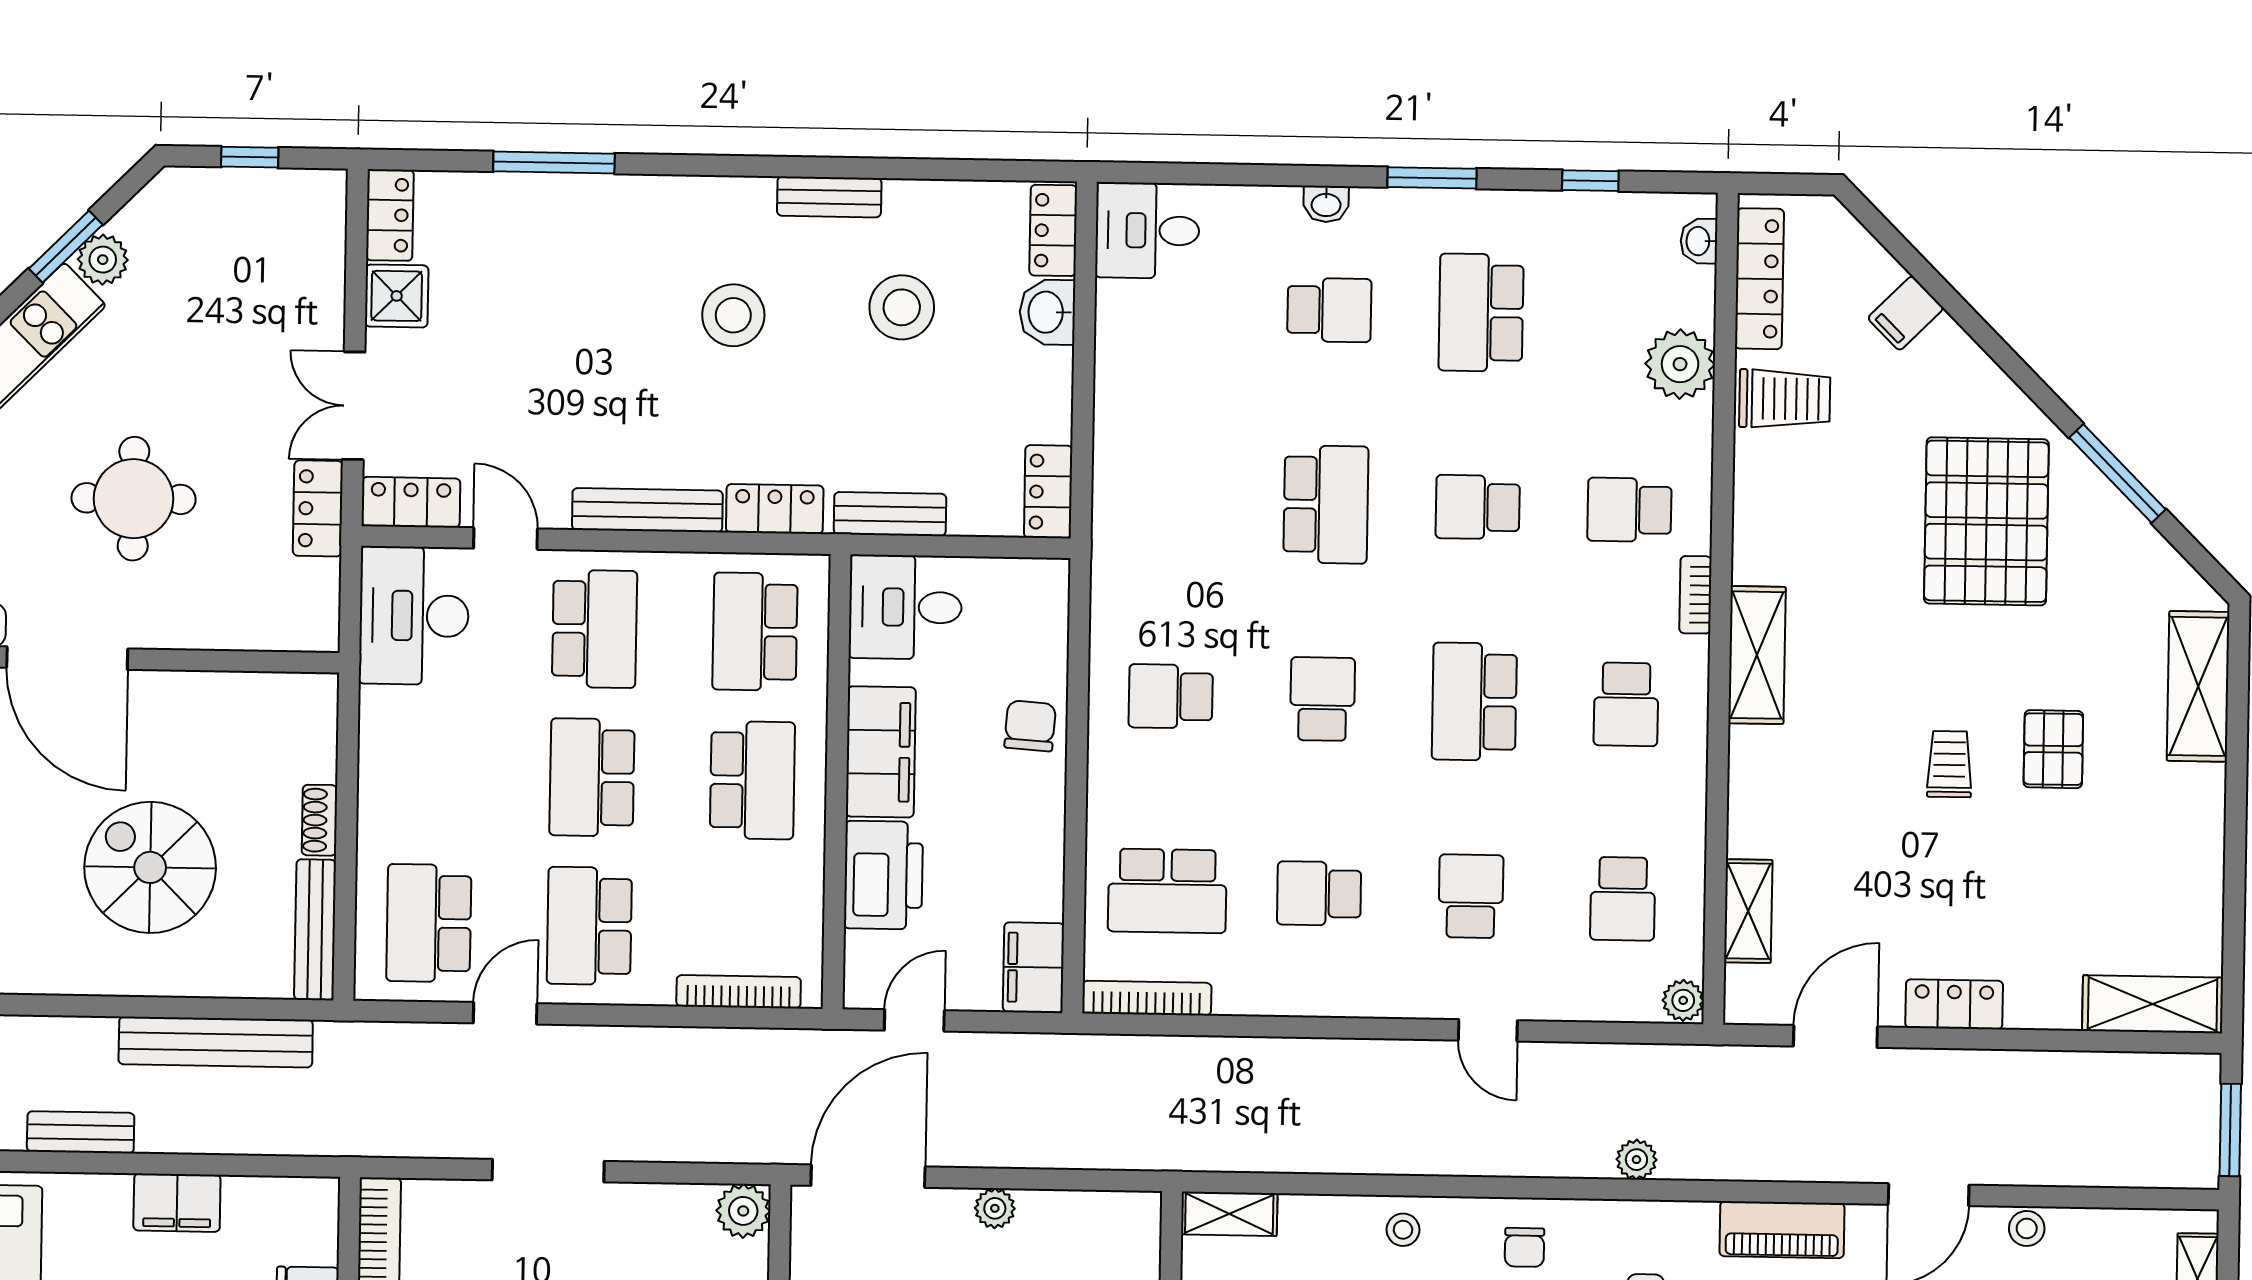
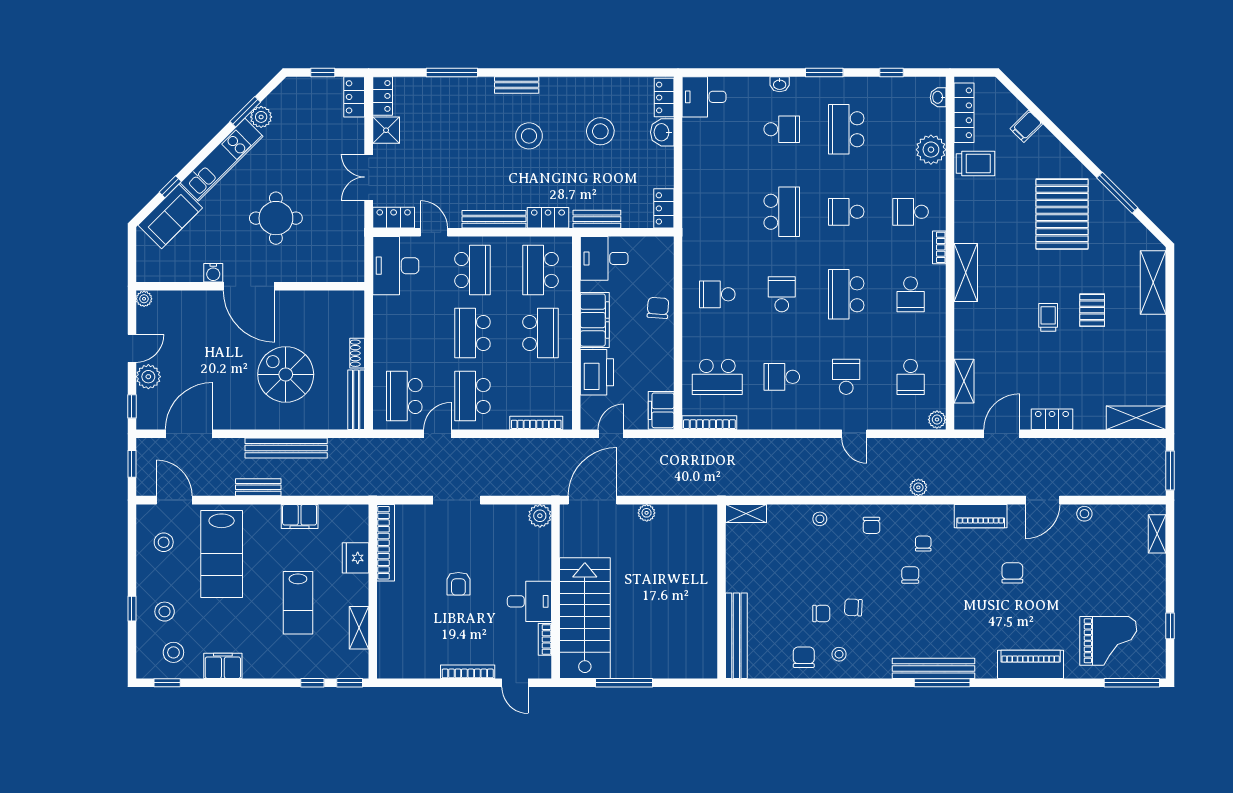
bench: (829, 197) -> (517, 85), moved
locker: (318, 508) -> (354, 97), moved
bench: (216, 1042) -> (286, 448), moved

